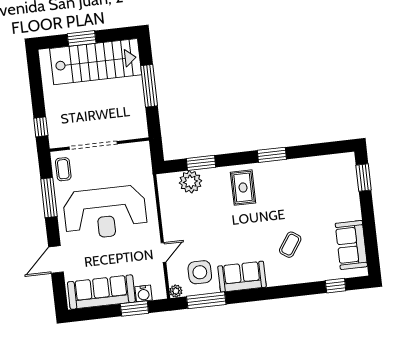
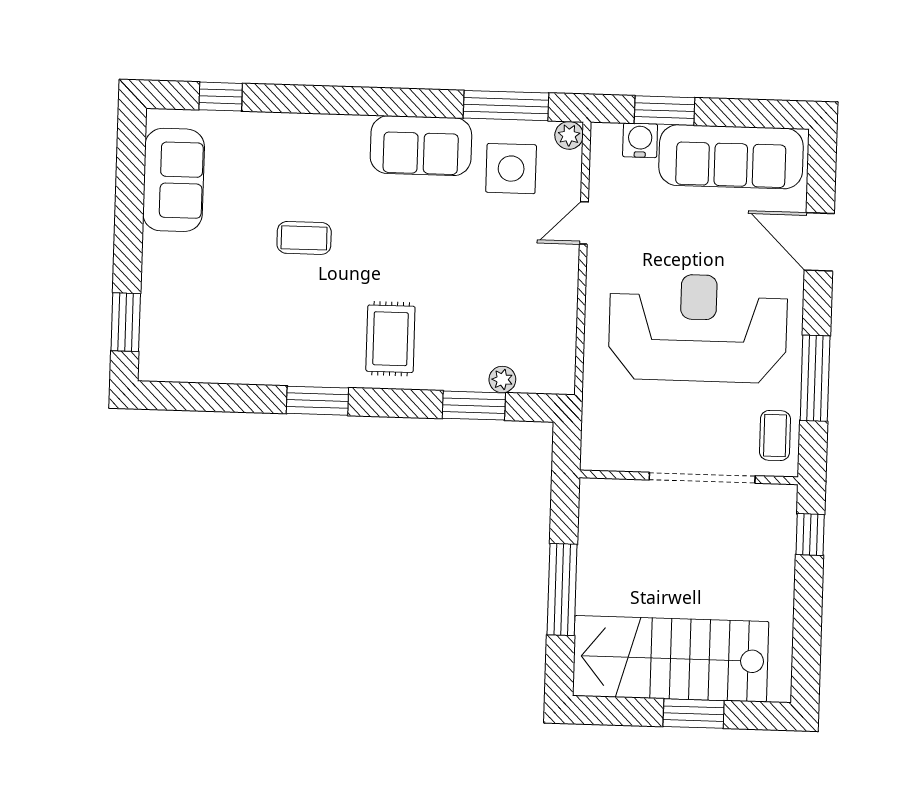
plant: (190, 182) -> (502, 379), width x0.53, depth x0.53
coffee table: (290, 245) -> (304, 238), moved, turned 56
door: (56, 259) -> (819, 242), swing flipped

